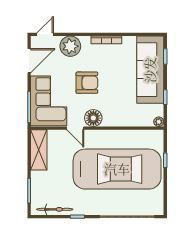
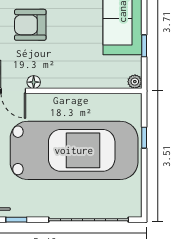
armchair: (87, 83) -> (30, 25), turned 180
floor lamp: (93, 118) -> (34, 82), width x0.53, depth x0.53

